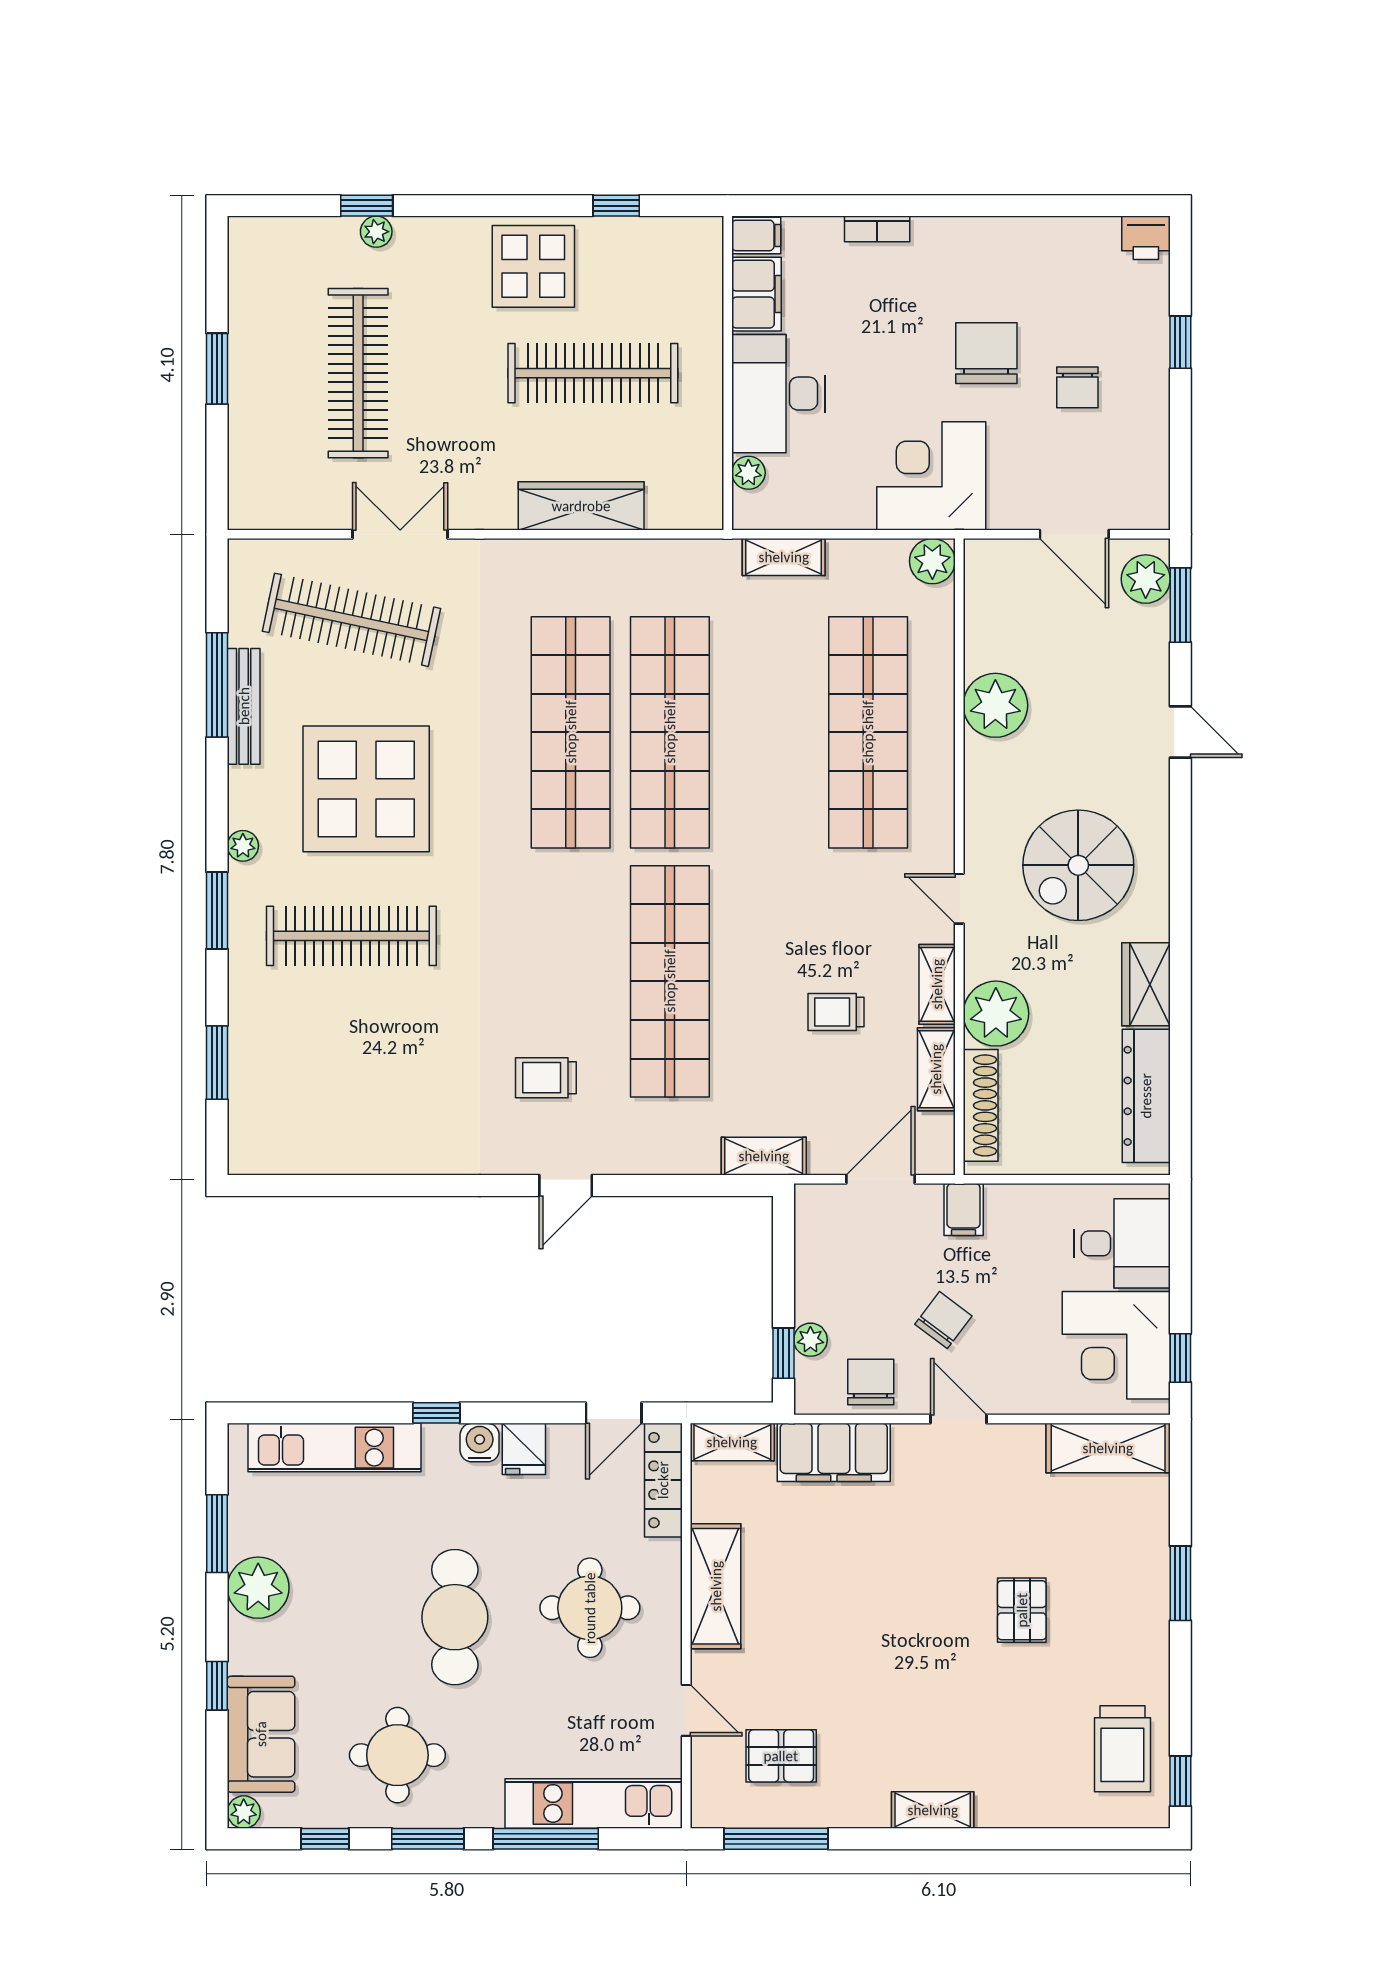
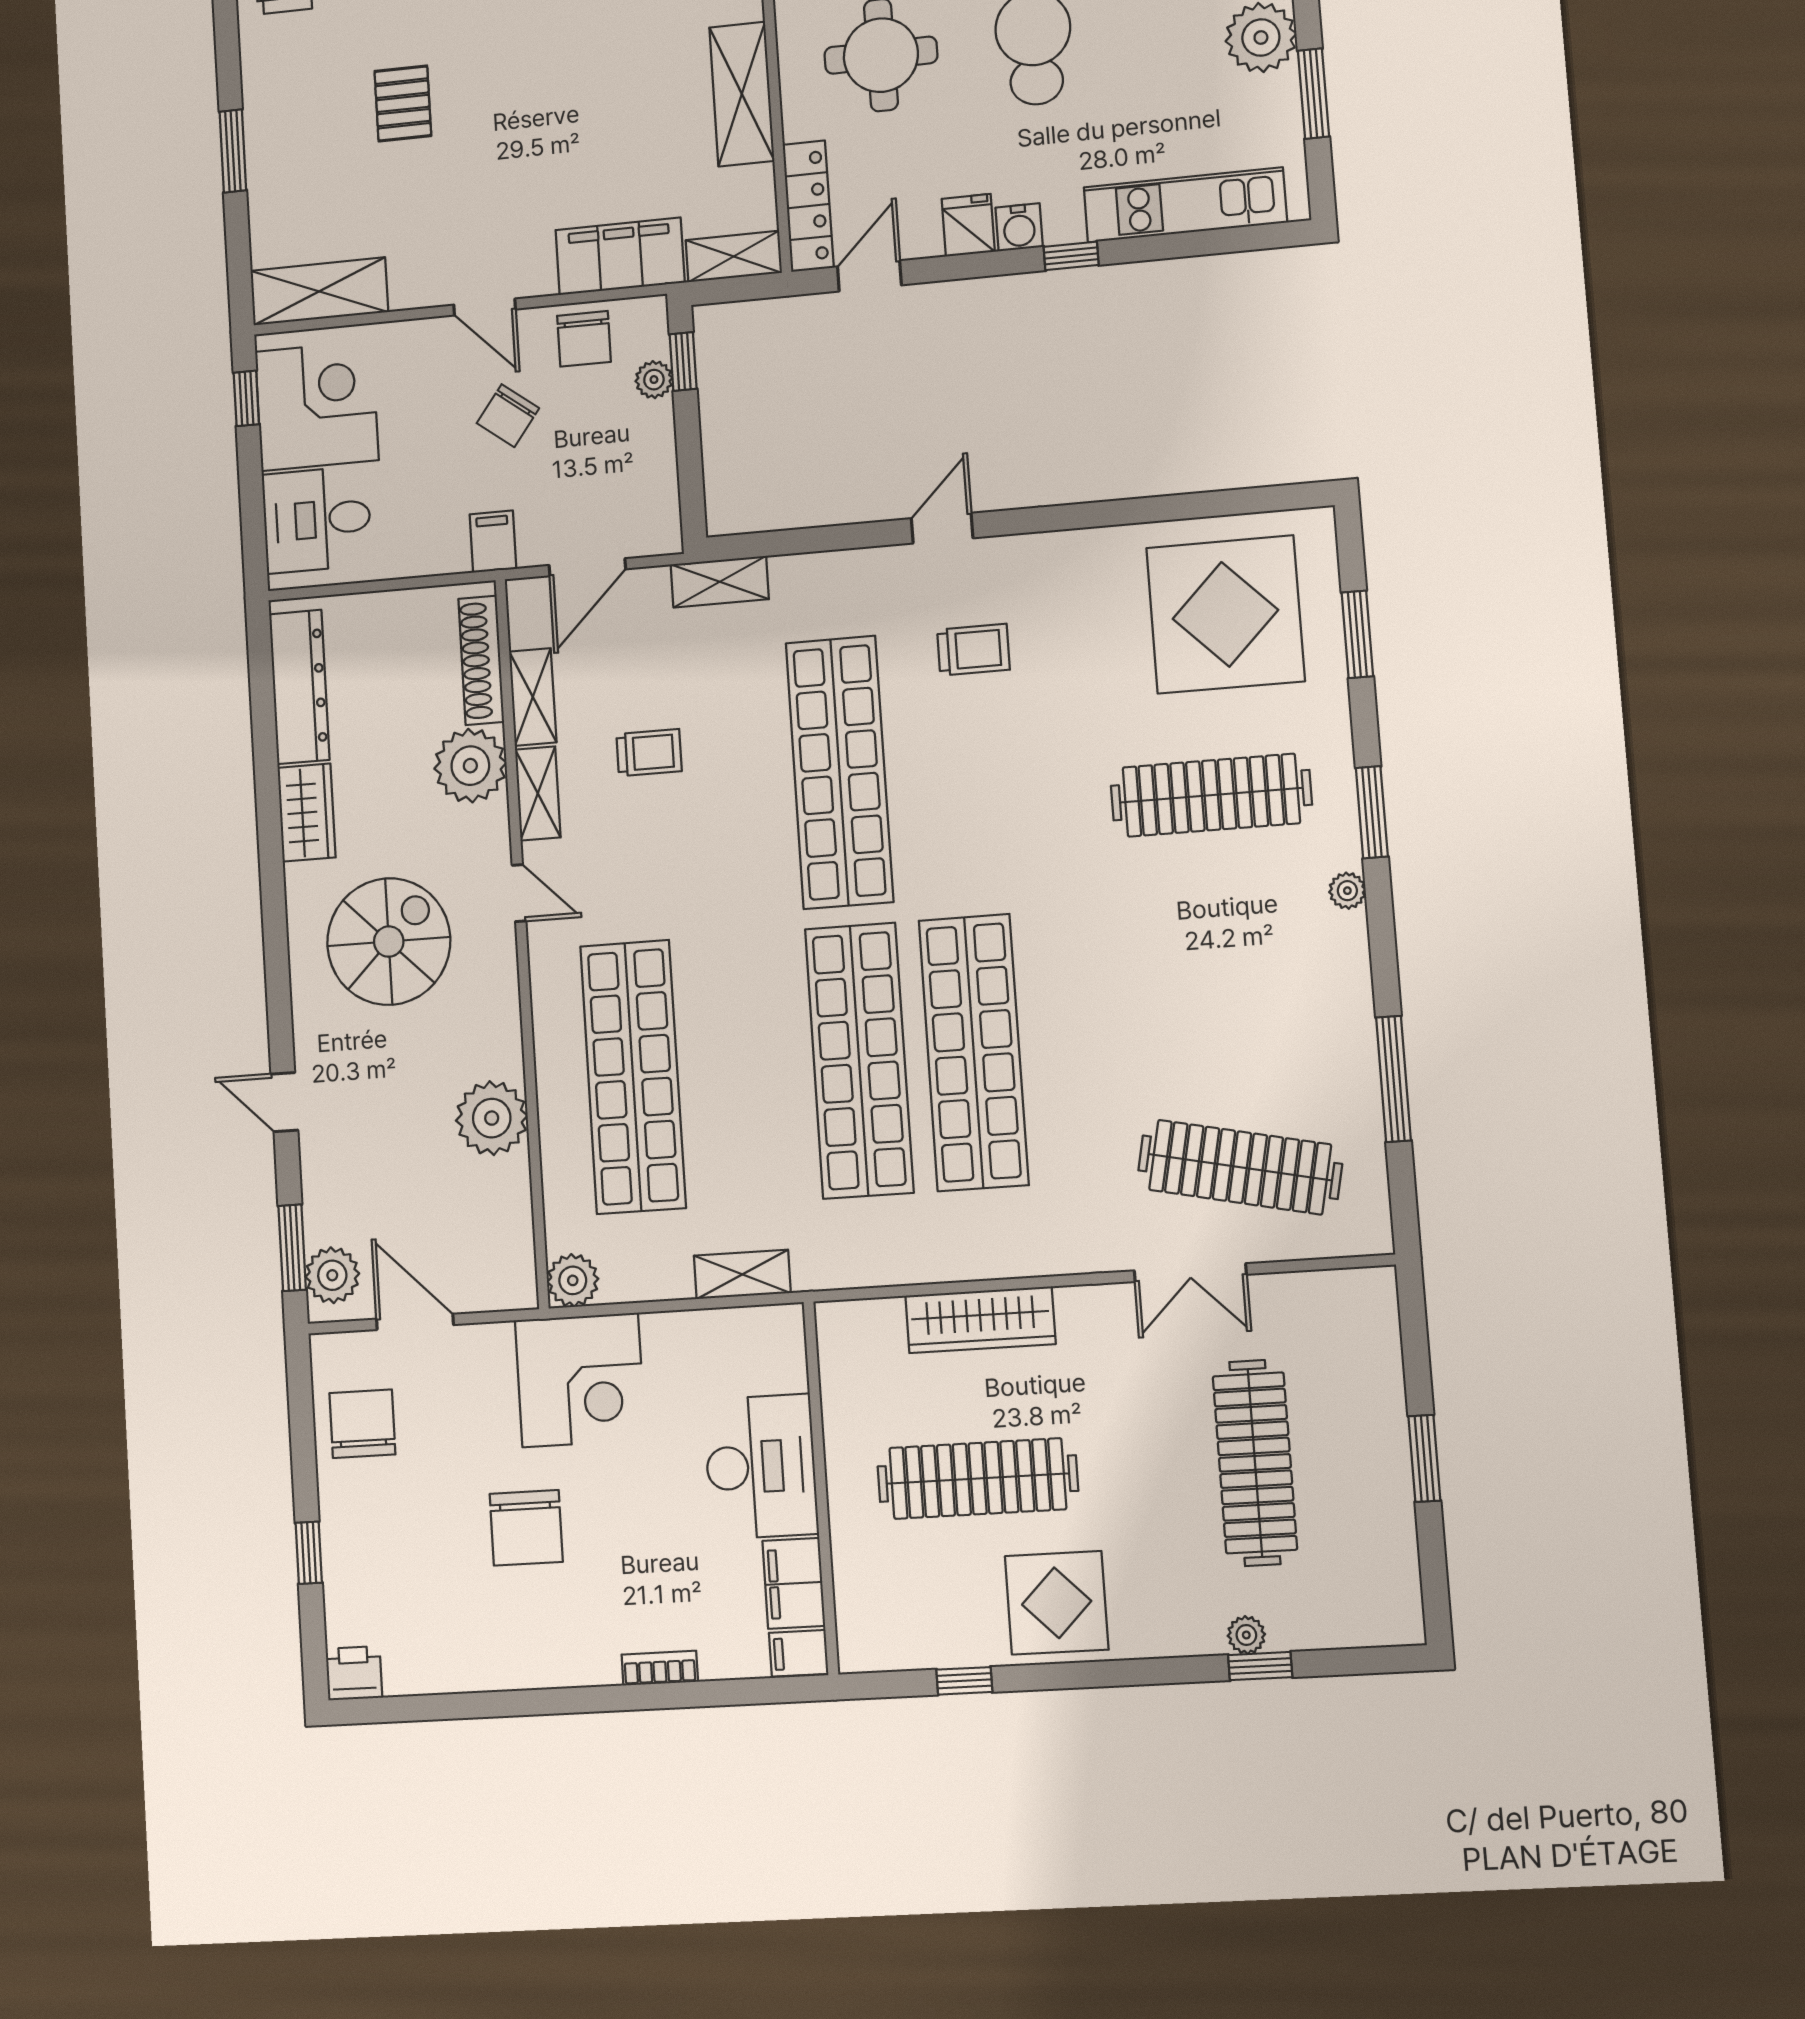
chair: (1077, 387) -> (362, 1424), moved, width x1.37, depth x1.37
plant: (748, 473) -> (789, 1371), removed
bench: (244, 706) -> (1360, 1055), removed
display table: (366, 789) -> (1225, 614), moved

